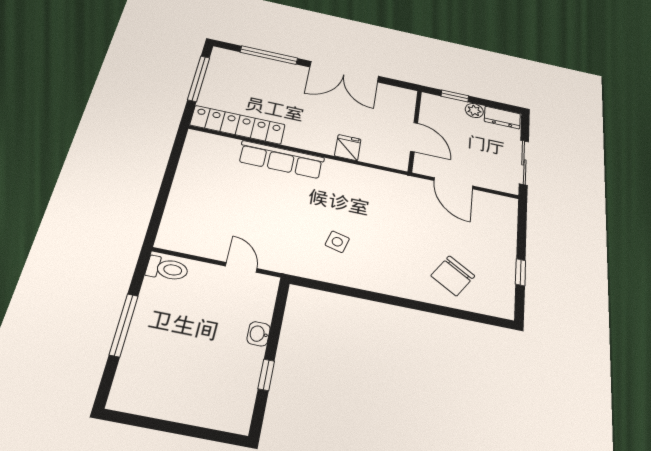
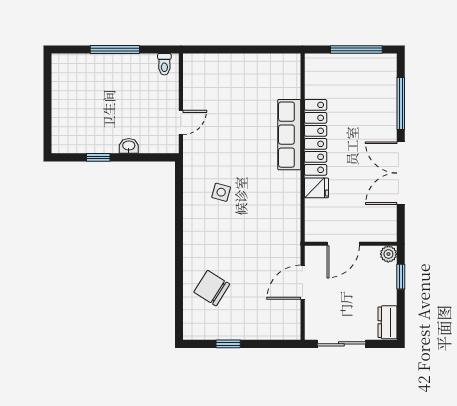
plant: (474, 111) -> (388, 254), moved
locker: (238, 125) -> (316, 137), moved
toilet: (167, 269) -> (164, 64), width x0.73, depth x0.72

